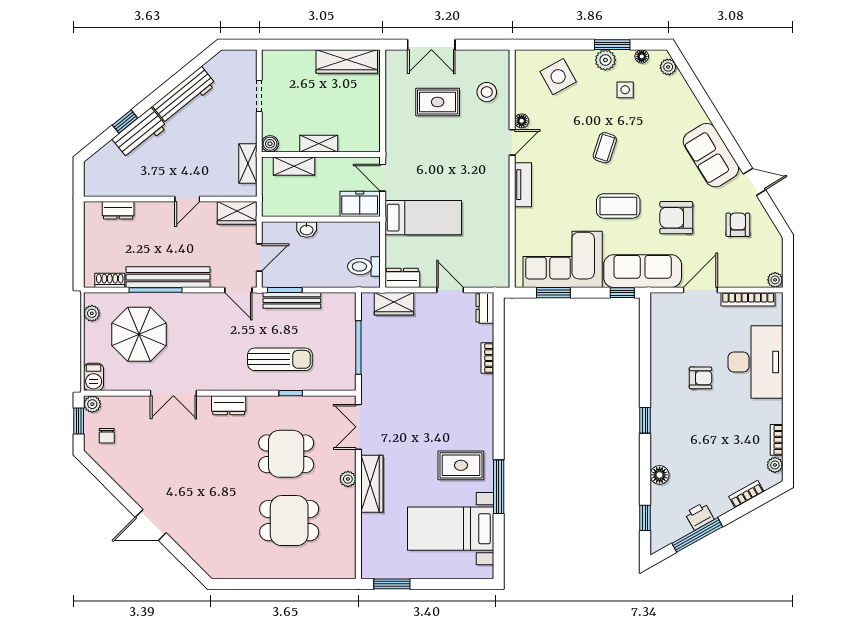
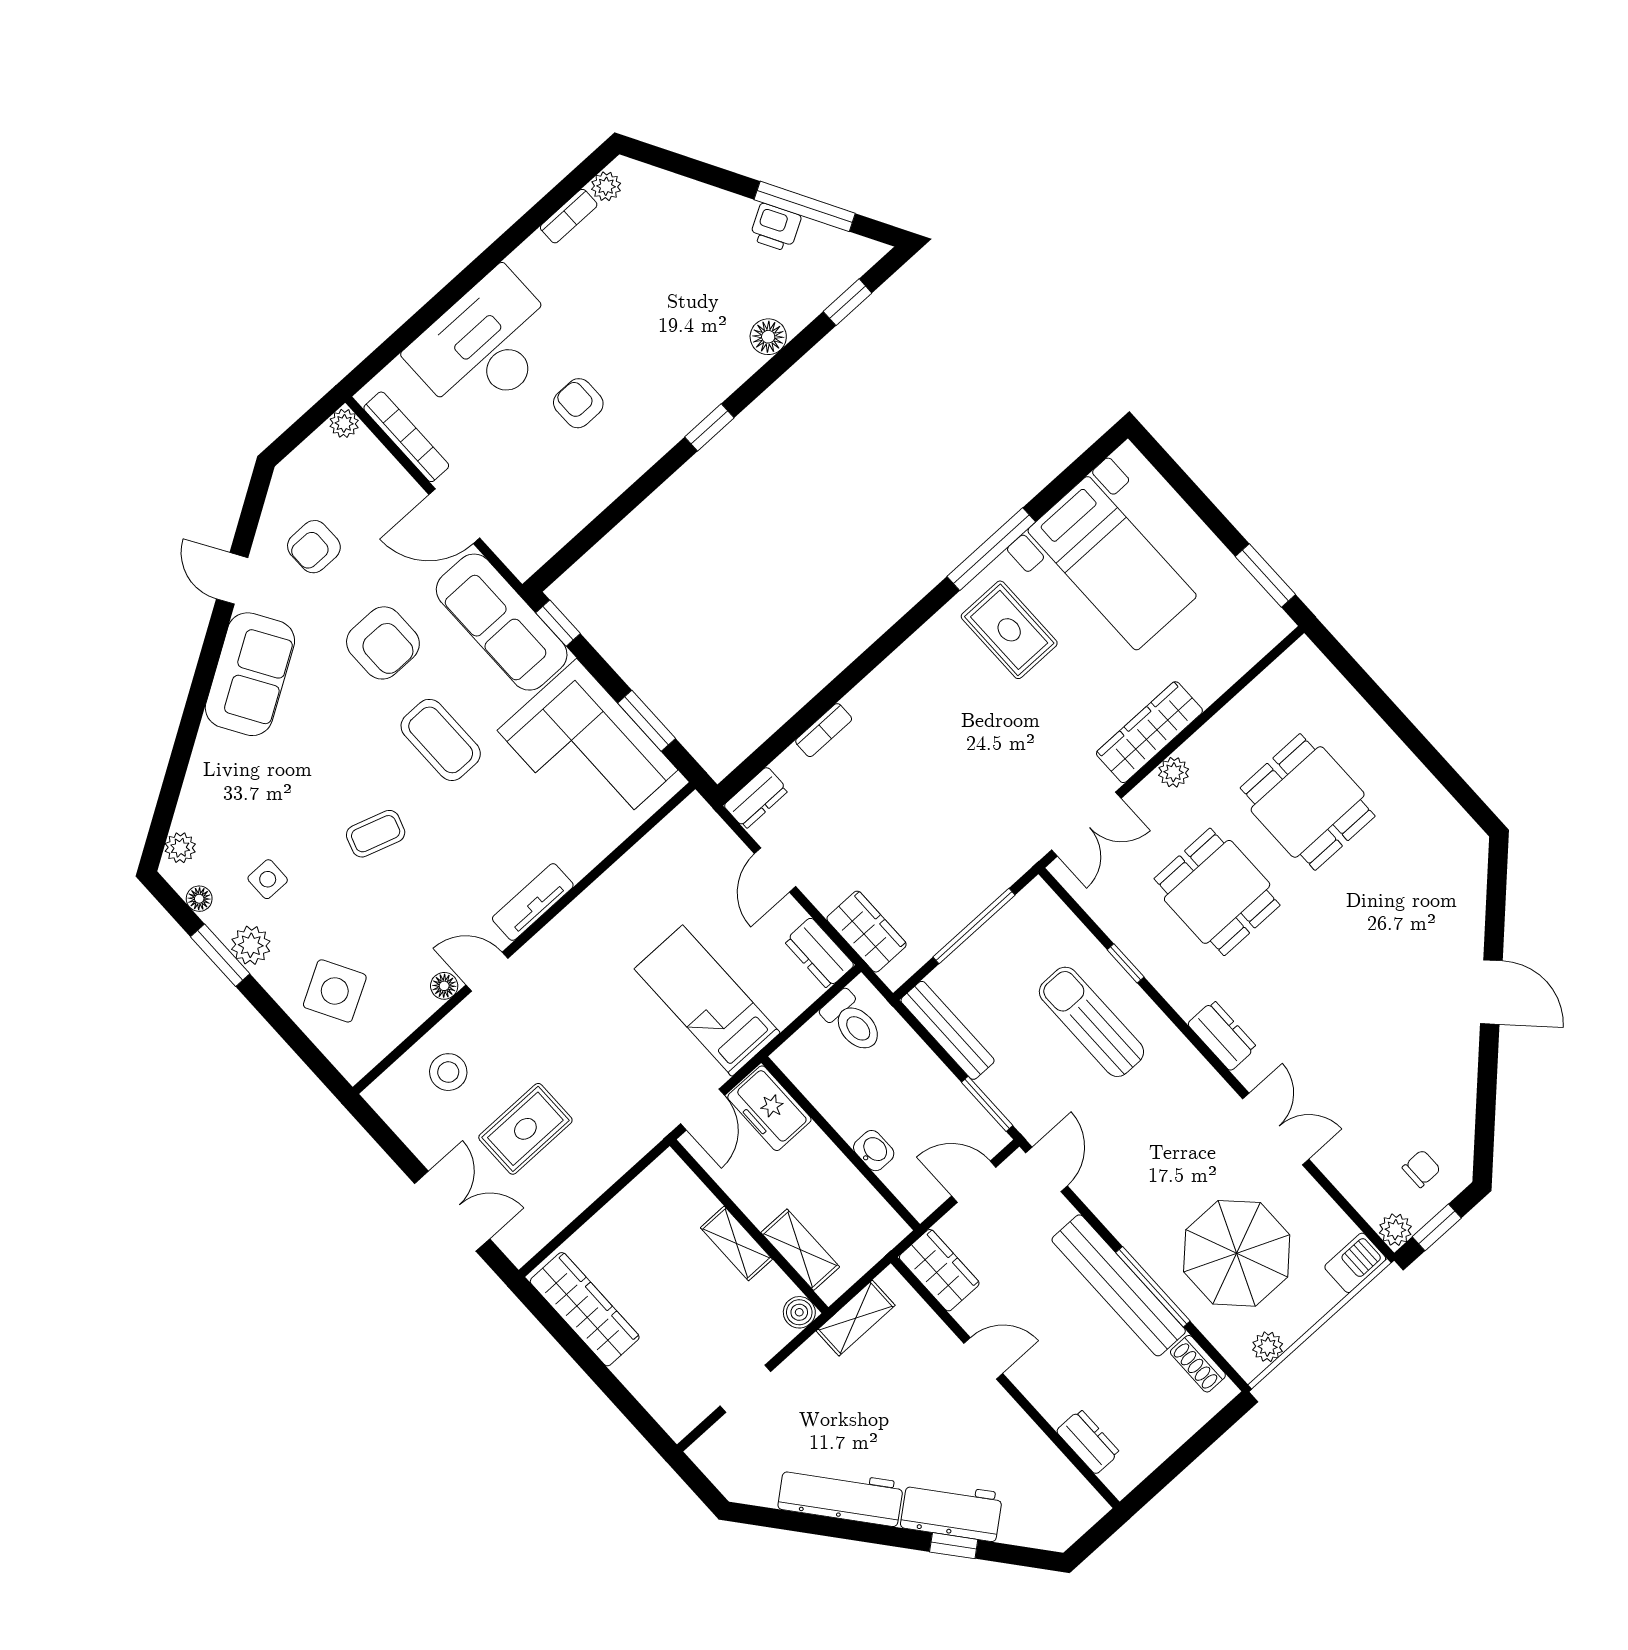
rug: (438, 102) -> (525, 1129), turned 90
bench: (292, 300) -> (948, 1030), moved
bookcase: (746, 494) -> (684, 189), removed

